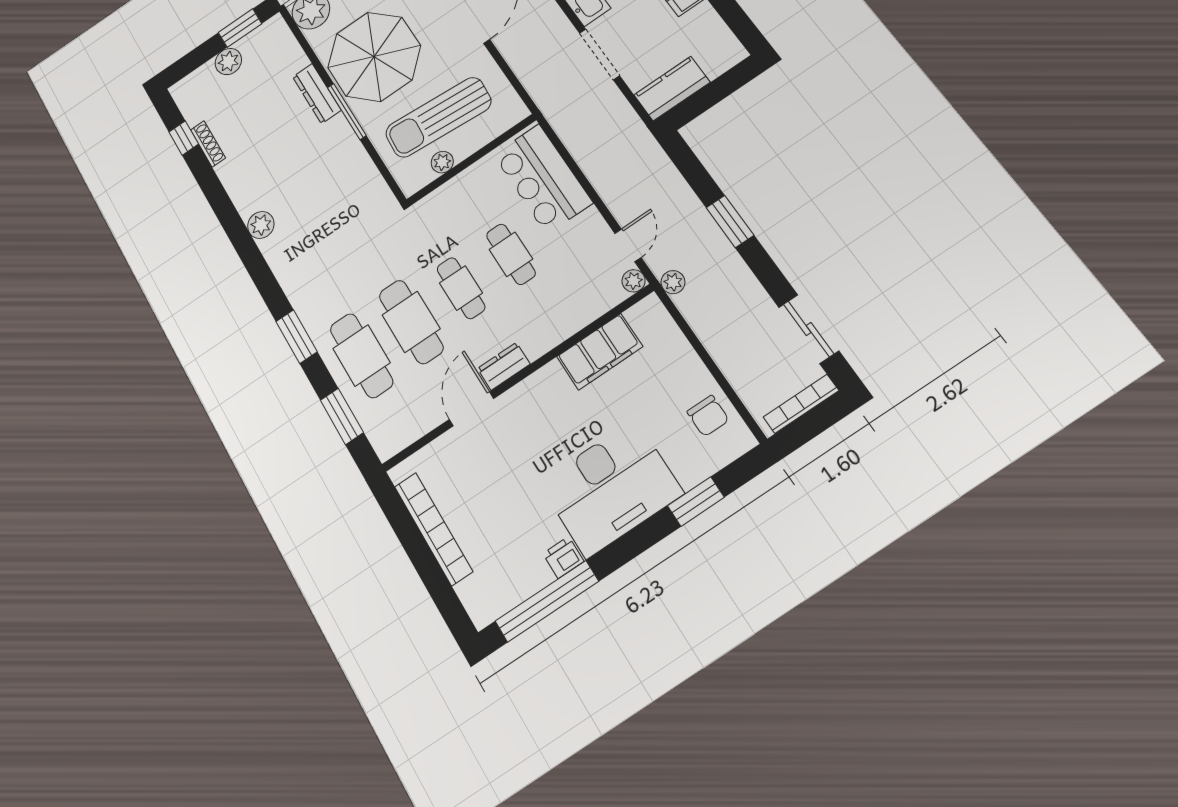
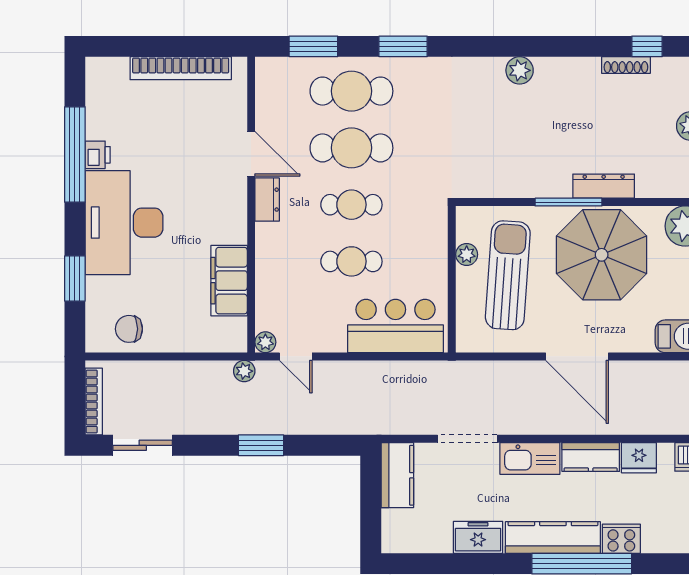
window: (547, 601) -> (75, 154), moved

